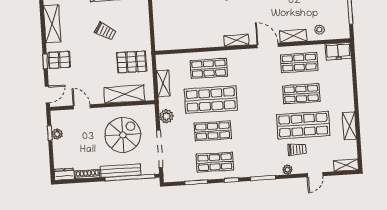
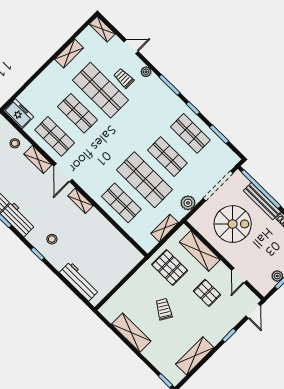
pallet: (59, 60) -> (207, 293), moved
door: (47, 94) -> (253, 311), swing flipped
spiral stairs: (123, 135) -> (233, 224), turned 180

